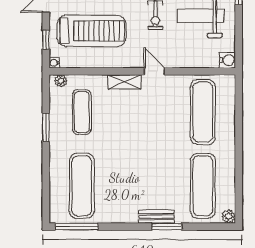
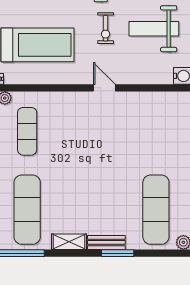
shelving: (124, 82) -> (69, 242), moved
exercise mat: (203, 112) -> (156, 131), removed

